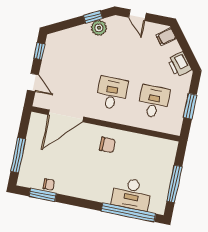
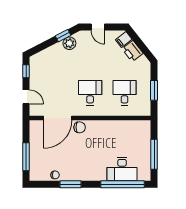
printer: (180, 64) -> (133, 51), moved
chair: (107, 145) -> (80, 127), moved
window: (43, 195) -> (71, 184), moved

